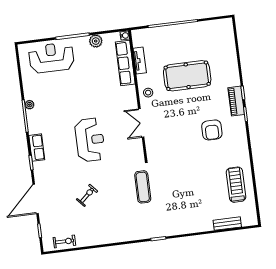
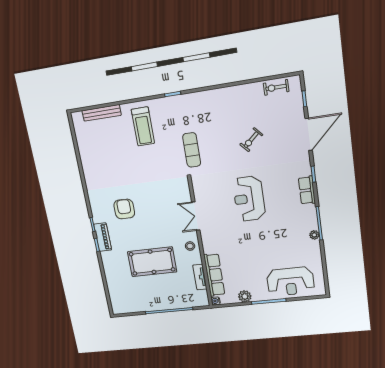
double door: (141, 123) -> (196, 216), swing flipped
treadmill: (236, 185) -> (143, 126), moved
bench: (227, 224) -> (102, 113), width x1.36

